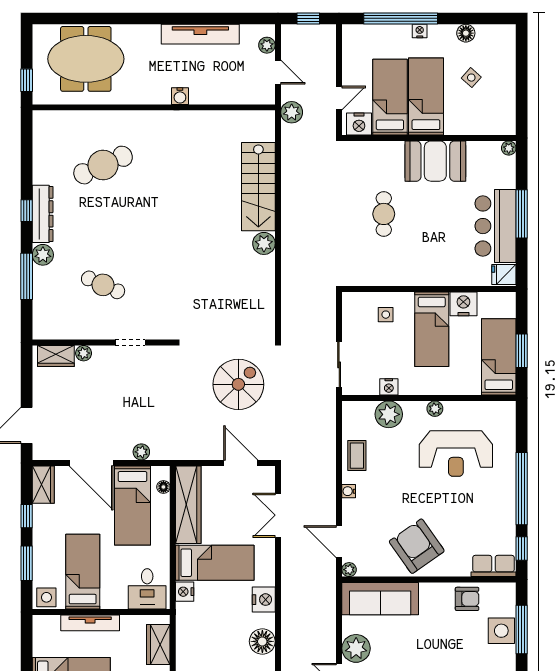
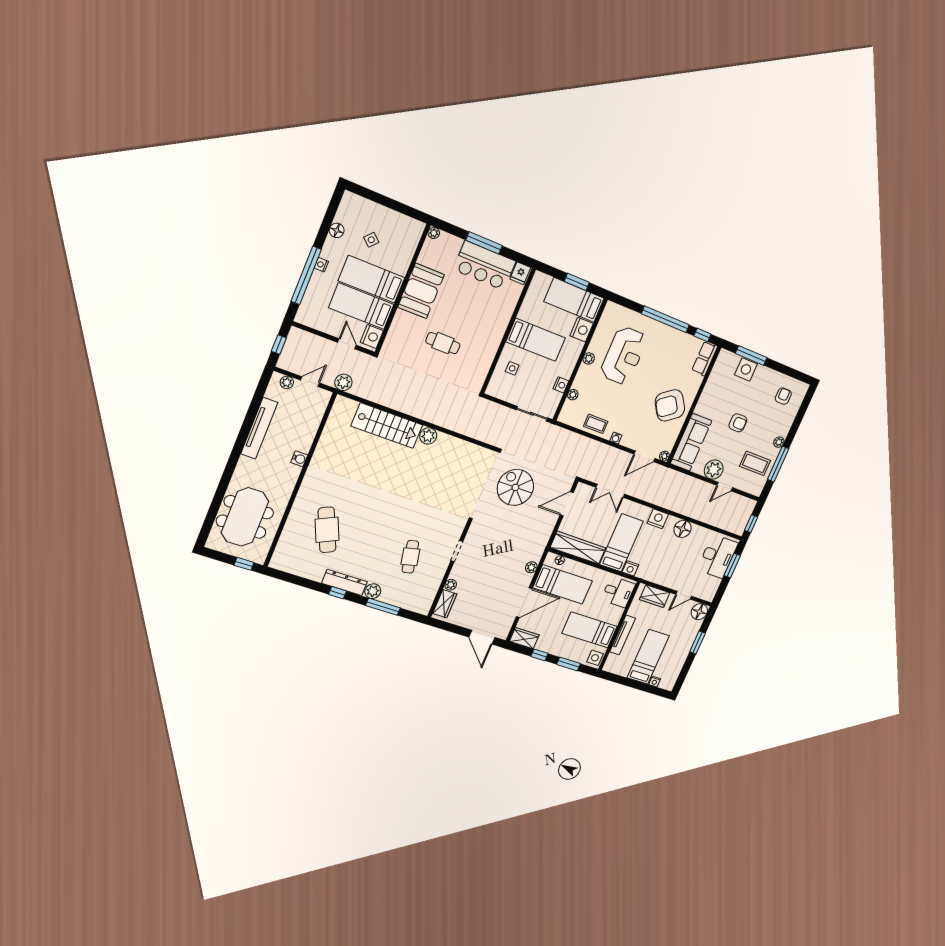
cafe table: (103, 285) -> (410, 557), turned -36
nightstand: (463, 304) -> (582, 330), moved, turned 180
plant: (389, 414) -> (573, 395), width x0.53, depth x0.53
armchair: (467, 599) -> (738, 423), moved, turned 90

